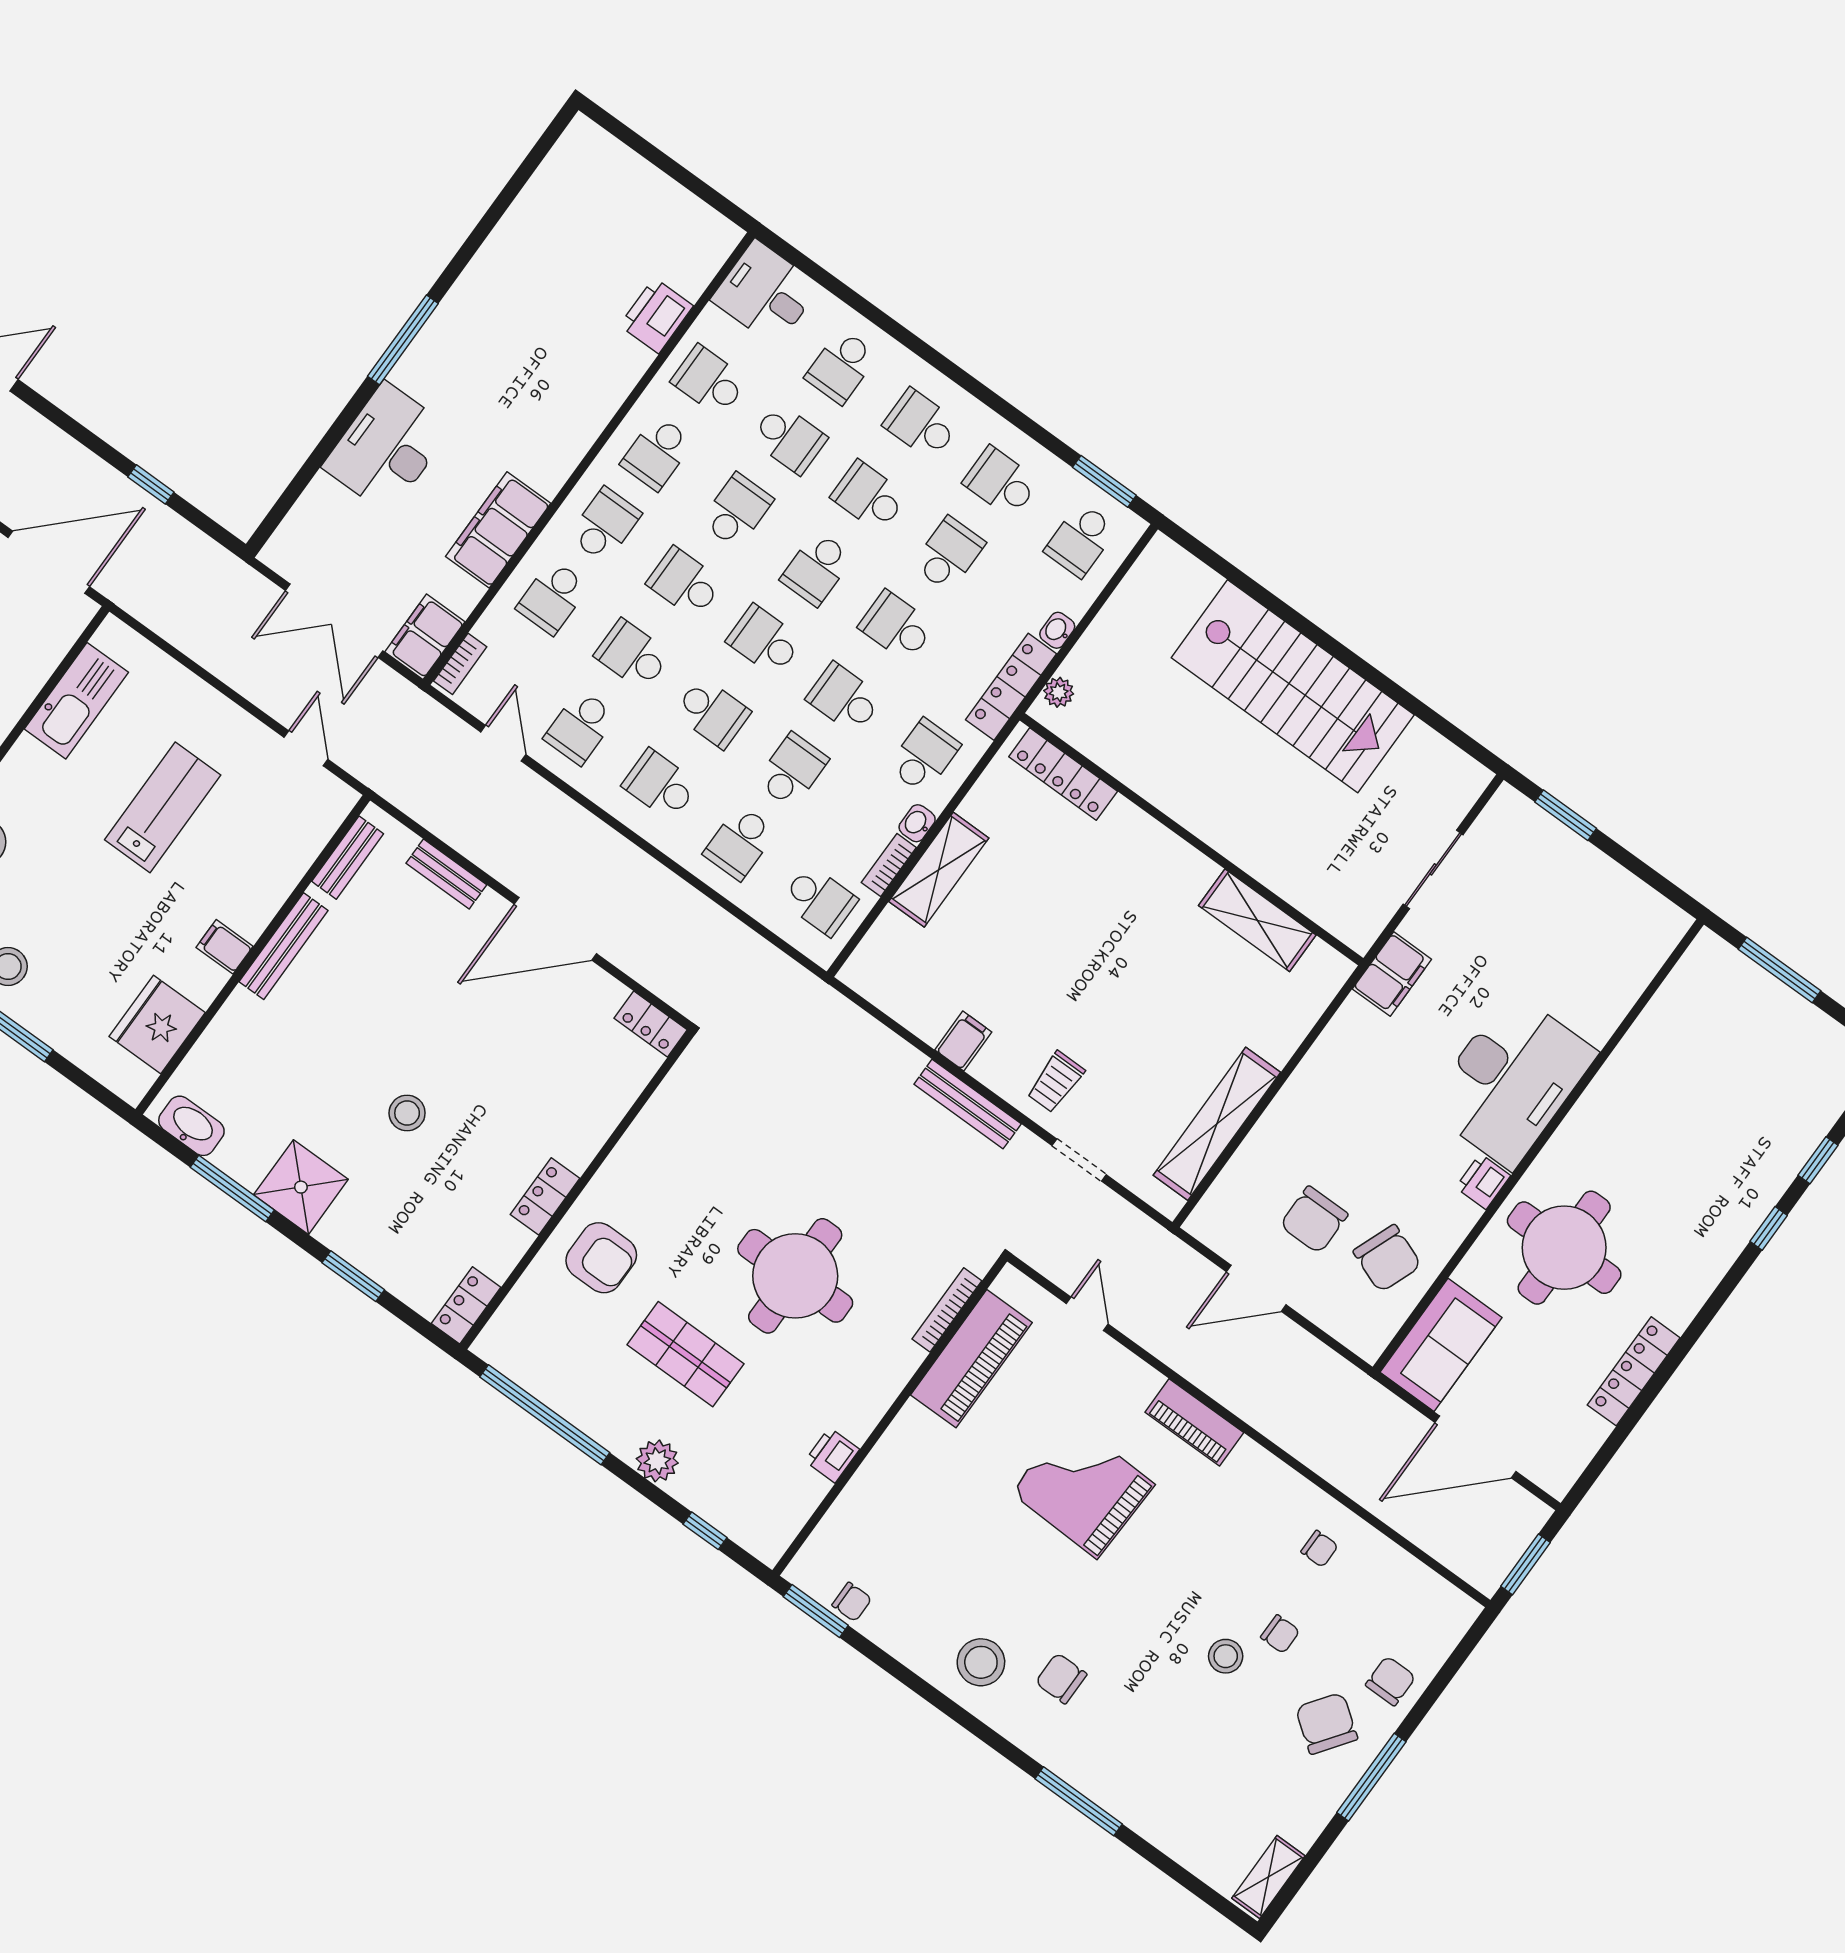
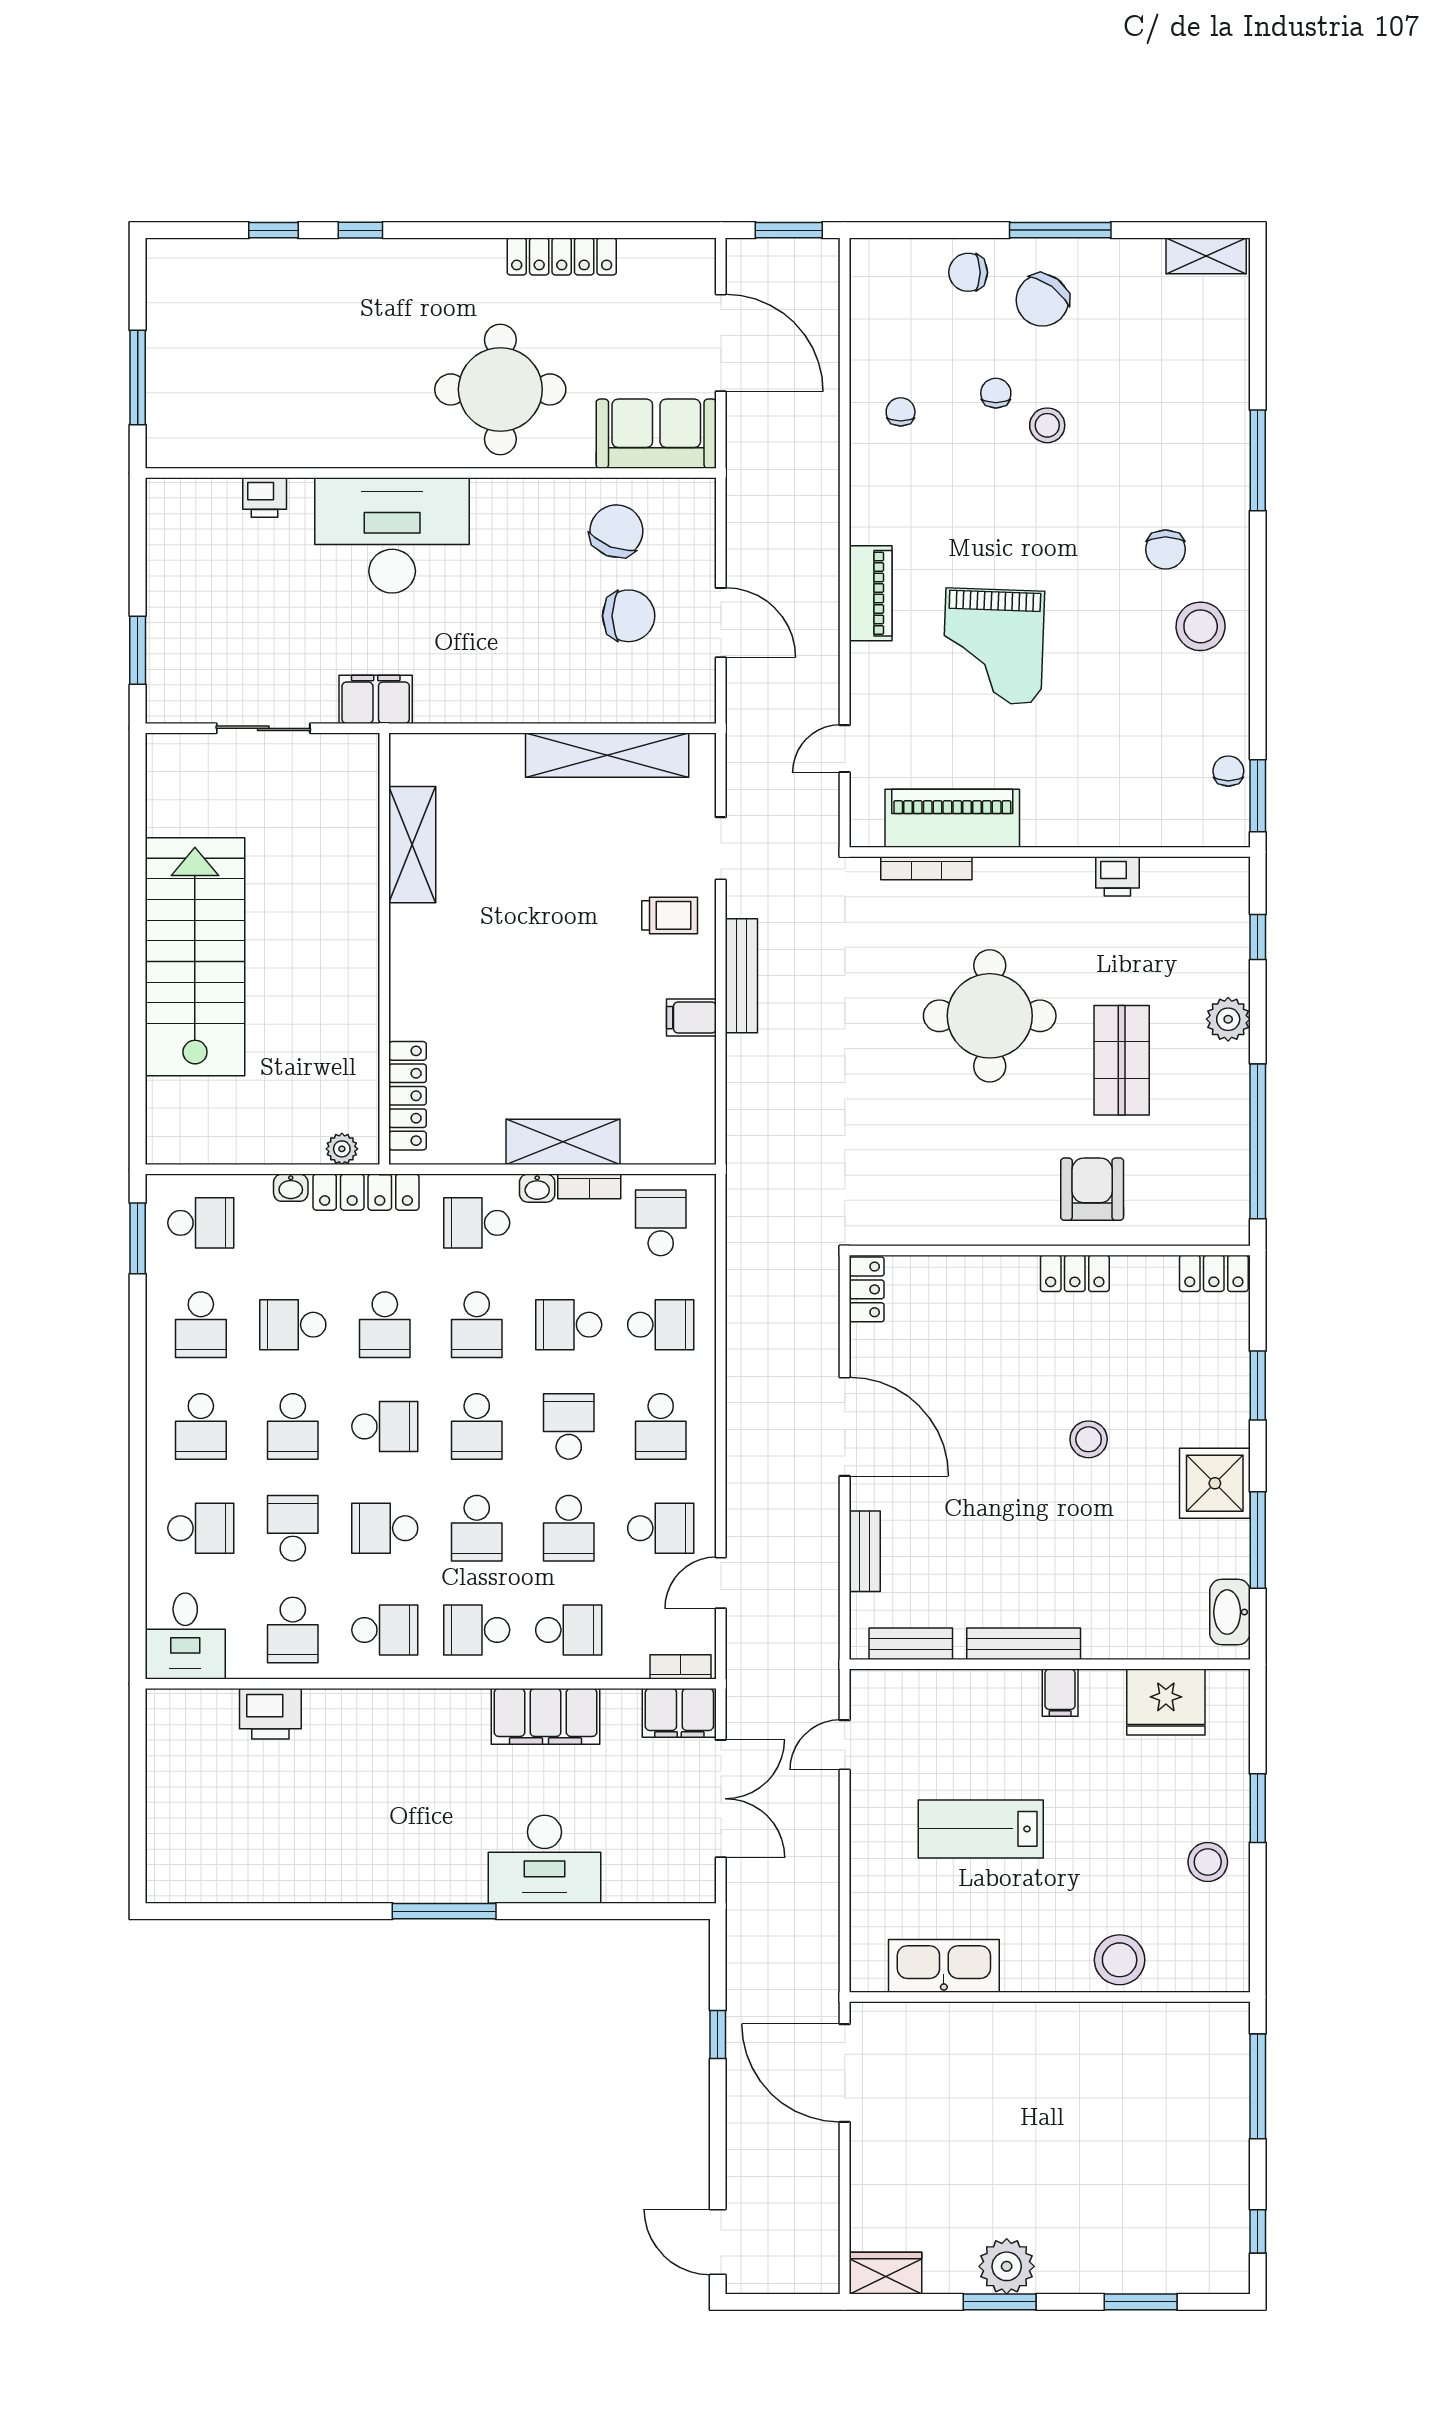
printer: (1483, 1182) -> (265, 497), moved

